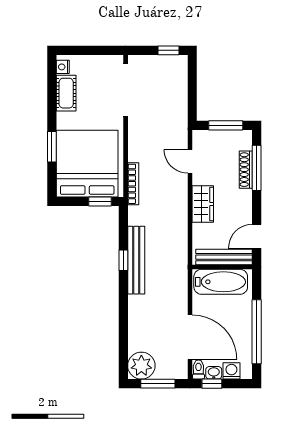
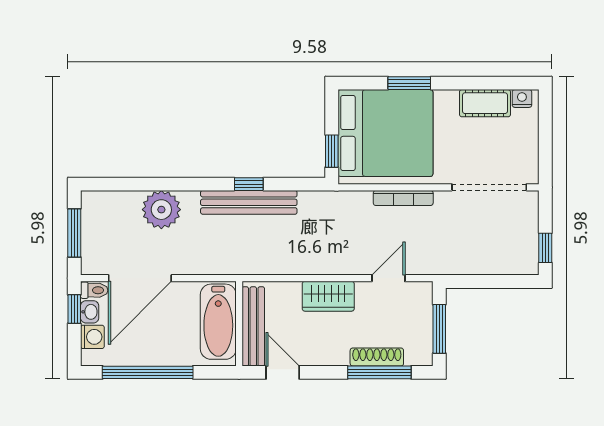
bookcase: (133, 184) -> (403, 198), moved
plant: (141, 366) -> (161, 210), moved

